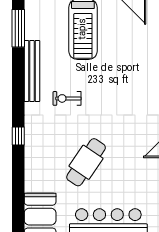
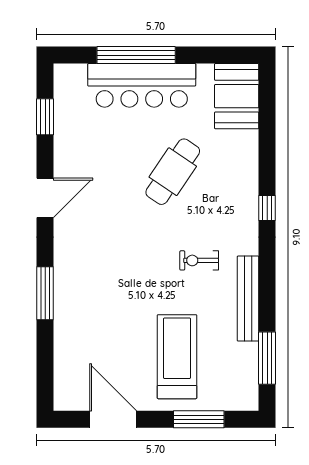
exercise bike: (67, 98) -> (199, 260), turned 180

